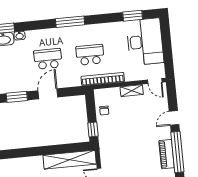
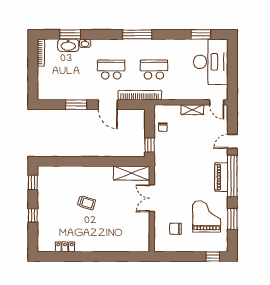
bookcase: (103, 79) -> (140, 95), moved
door: (48, 94) -> (108, 105), swing flipped
shelving: (70, 160) -> (132, 173), width x0.68

